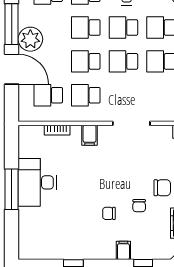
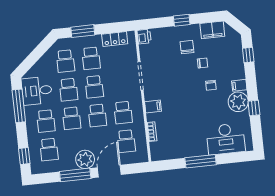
desk: (37, 182) -> (226, 139), moved
plant: (84, 247) -> (238, 102), added
filing cabinet: (123, 250) -> (239, 85), moved

